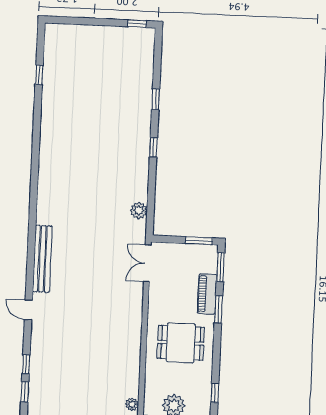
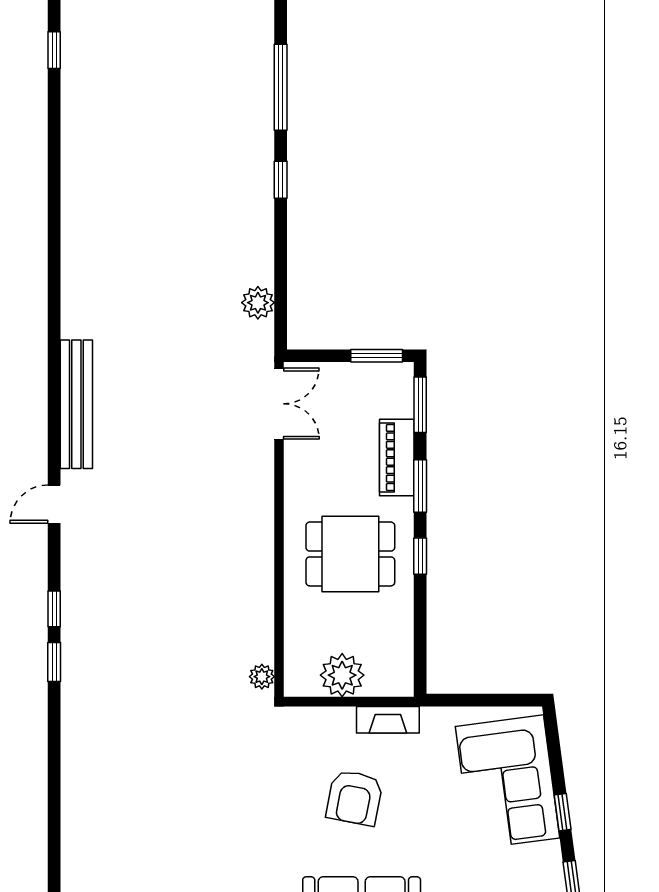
window: (156, 99) -> (281, 87), width x2.17
double door: (147, 263) -> (279, 404), swing flipped
door: (28, 310) -> (54, 504), hinge flipped
window: (215, 393) -> (420, 556), moved

